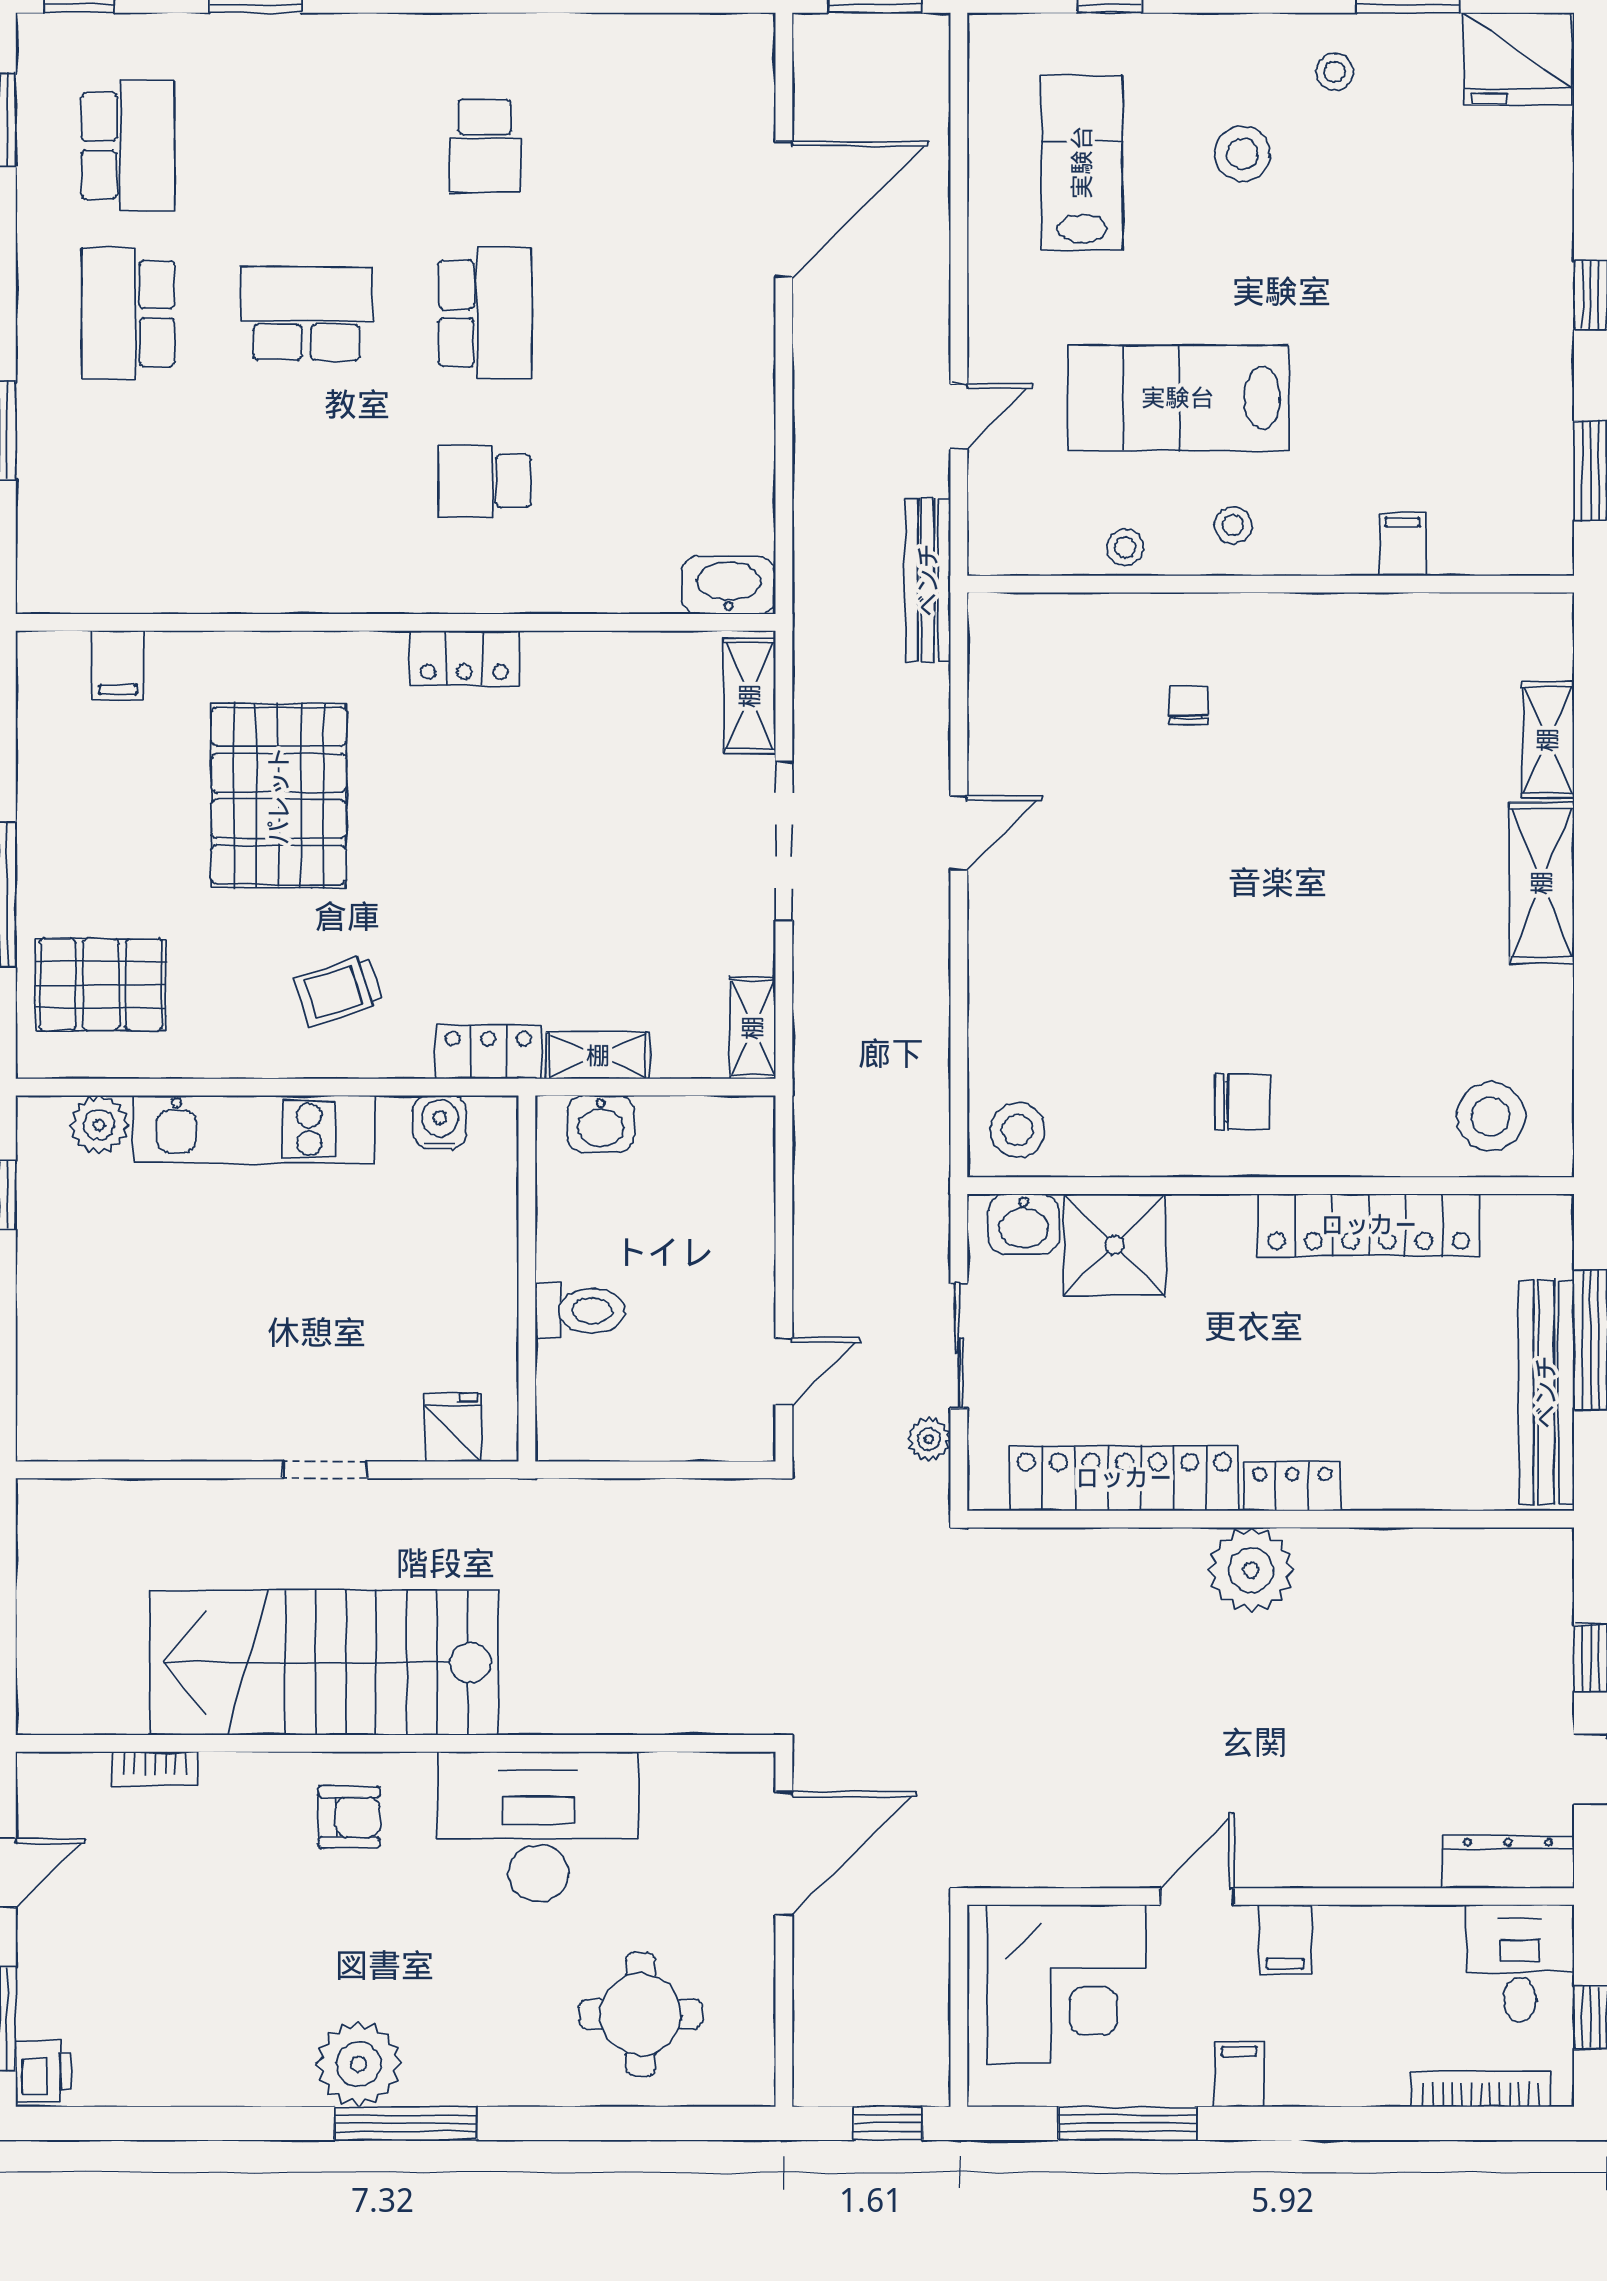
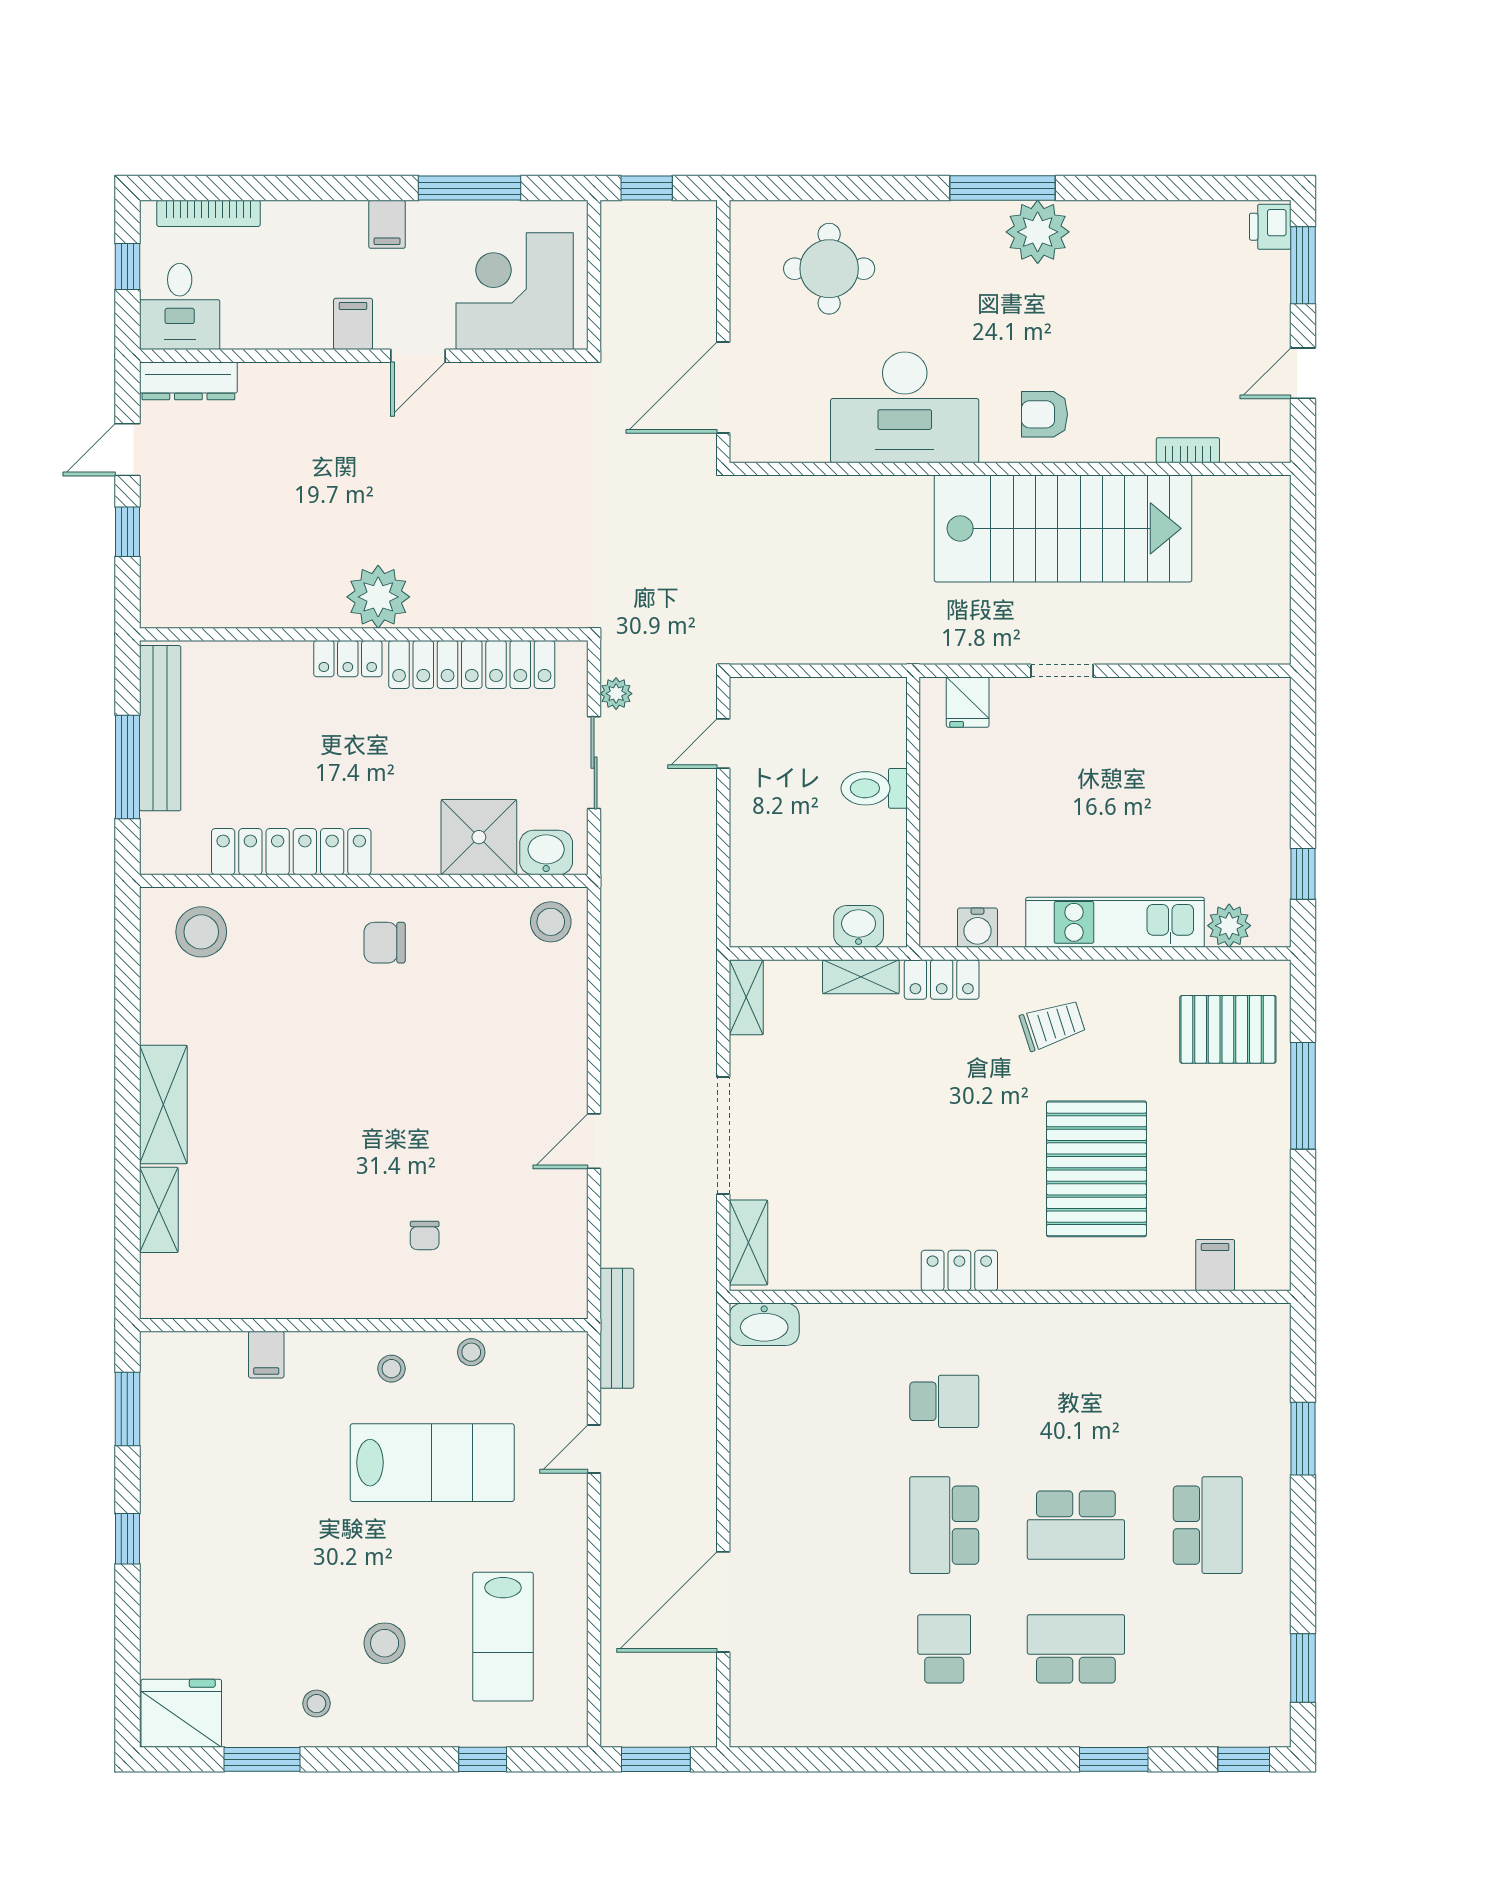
school desk: (128, 146) -> (1076, 1649), moved, turned 90

